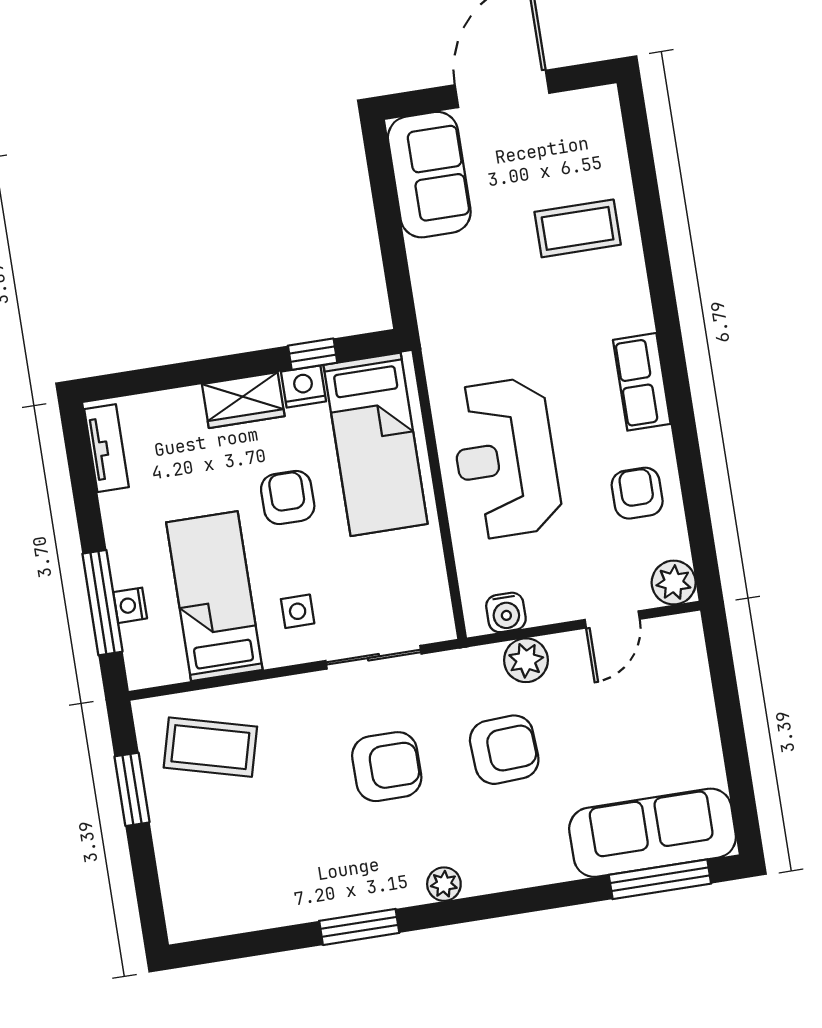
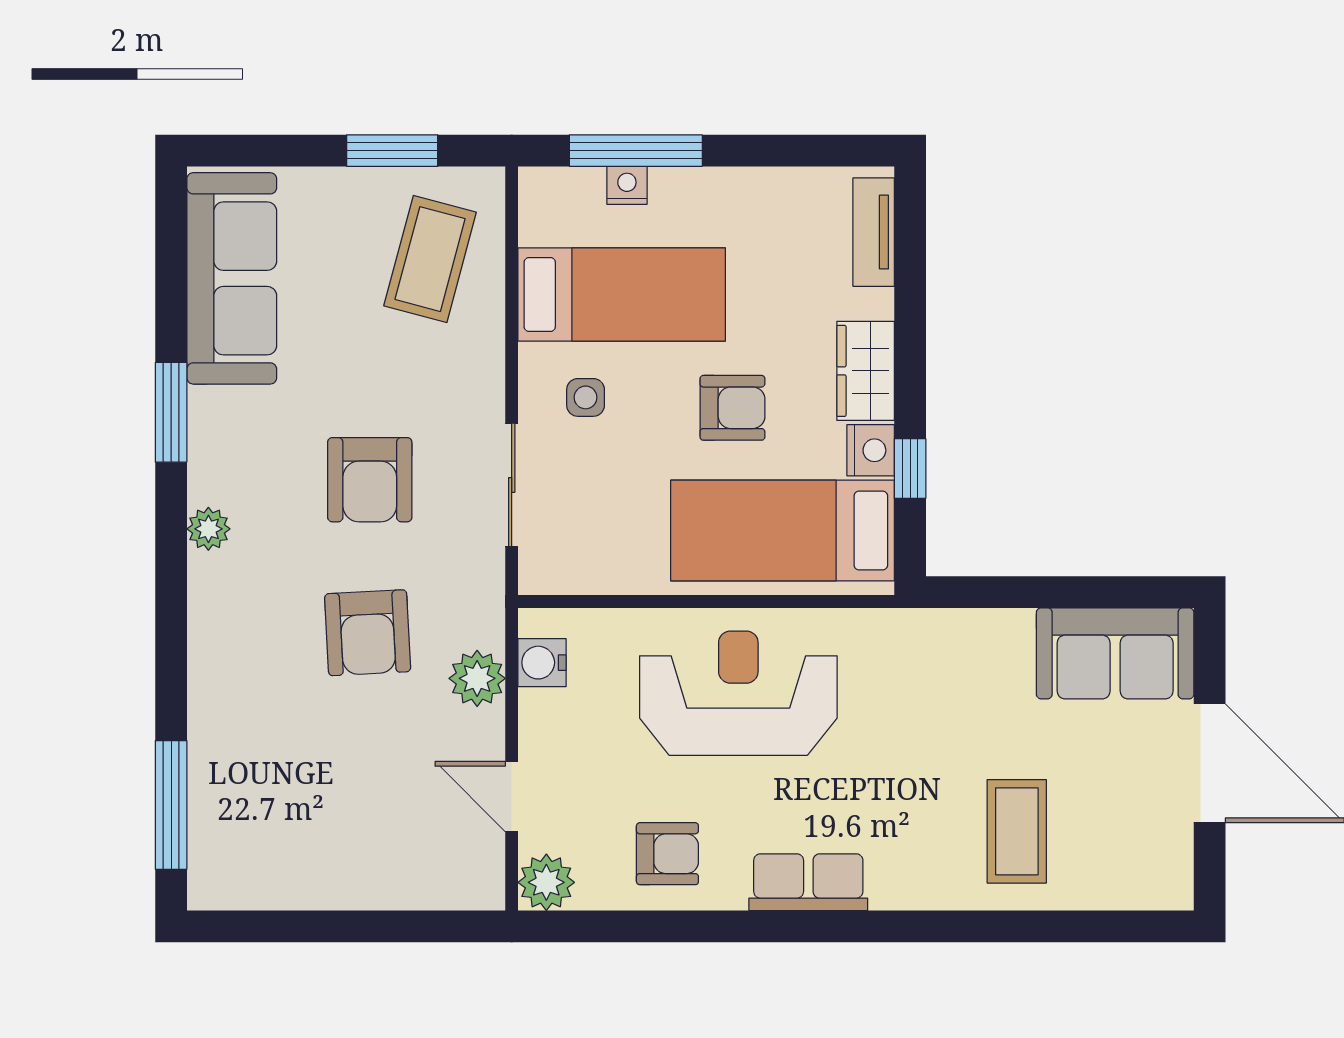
tv unit: (107, 448) -> (874, 232), moved, turned 90
sofa: (653, 833) -> (232, 278), moved

